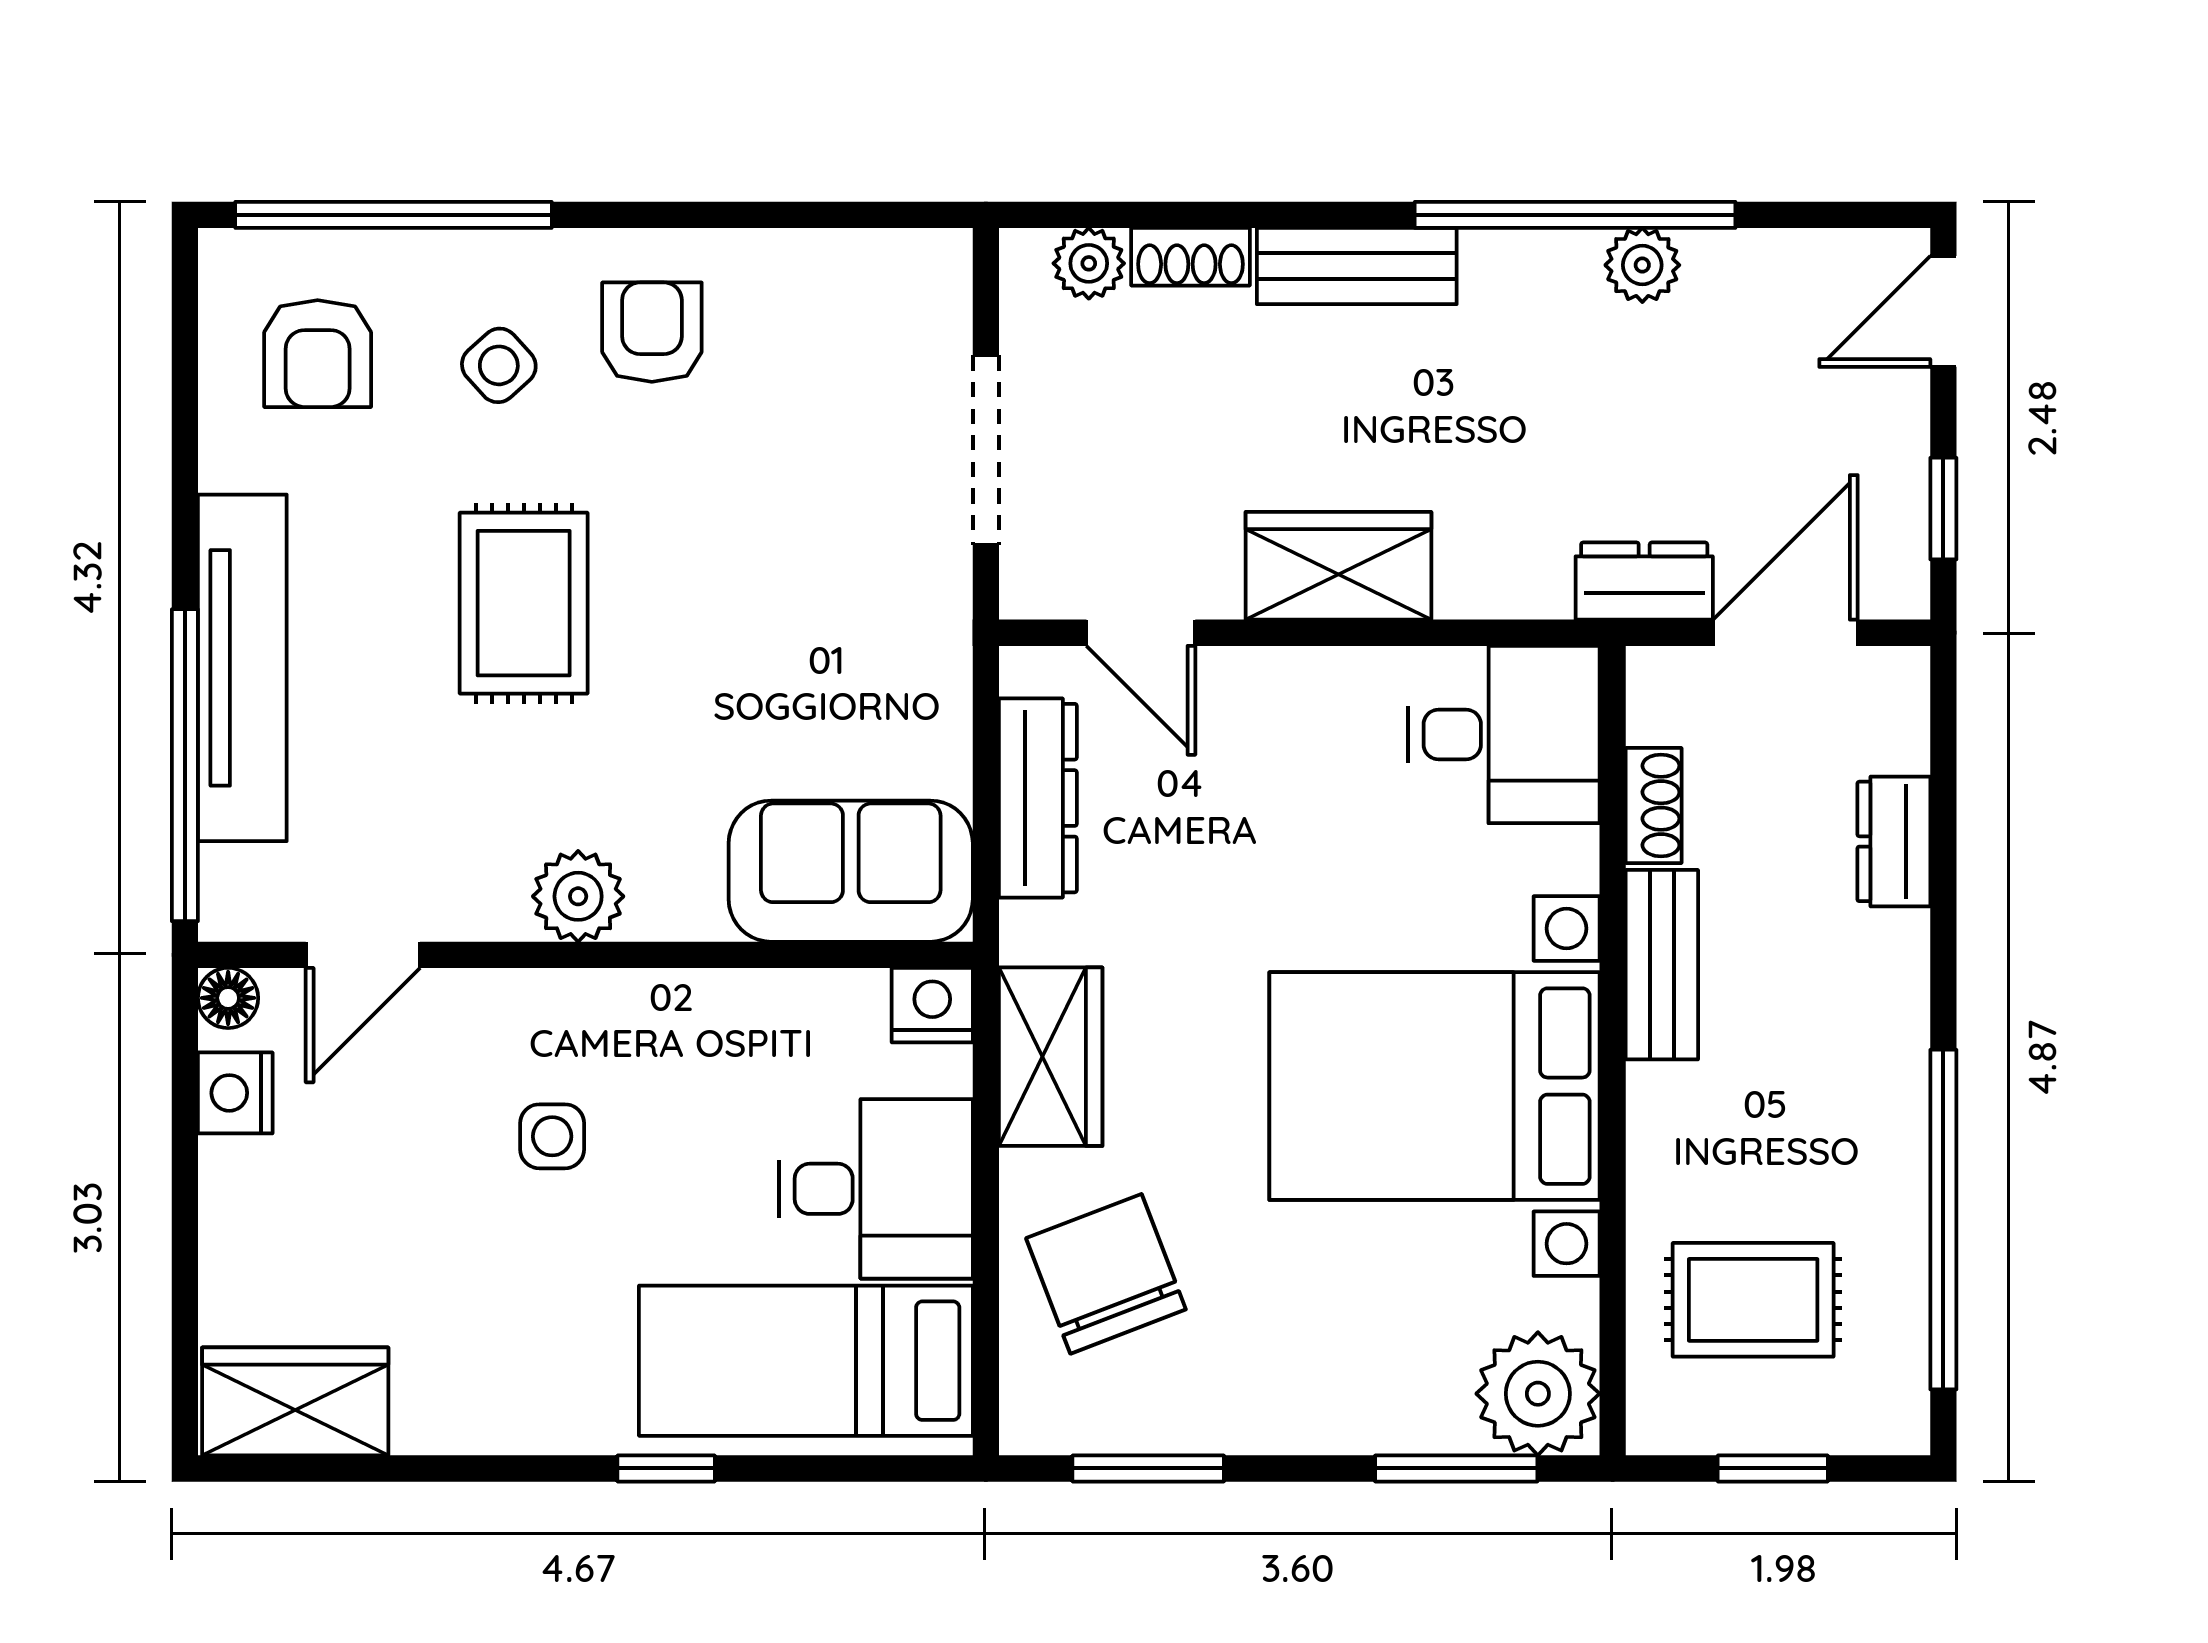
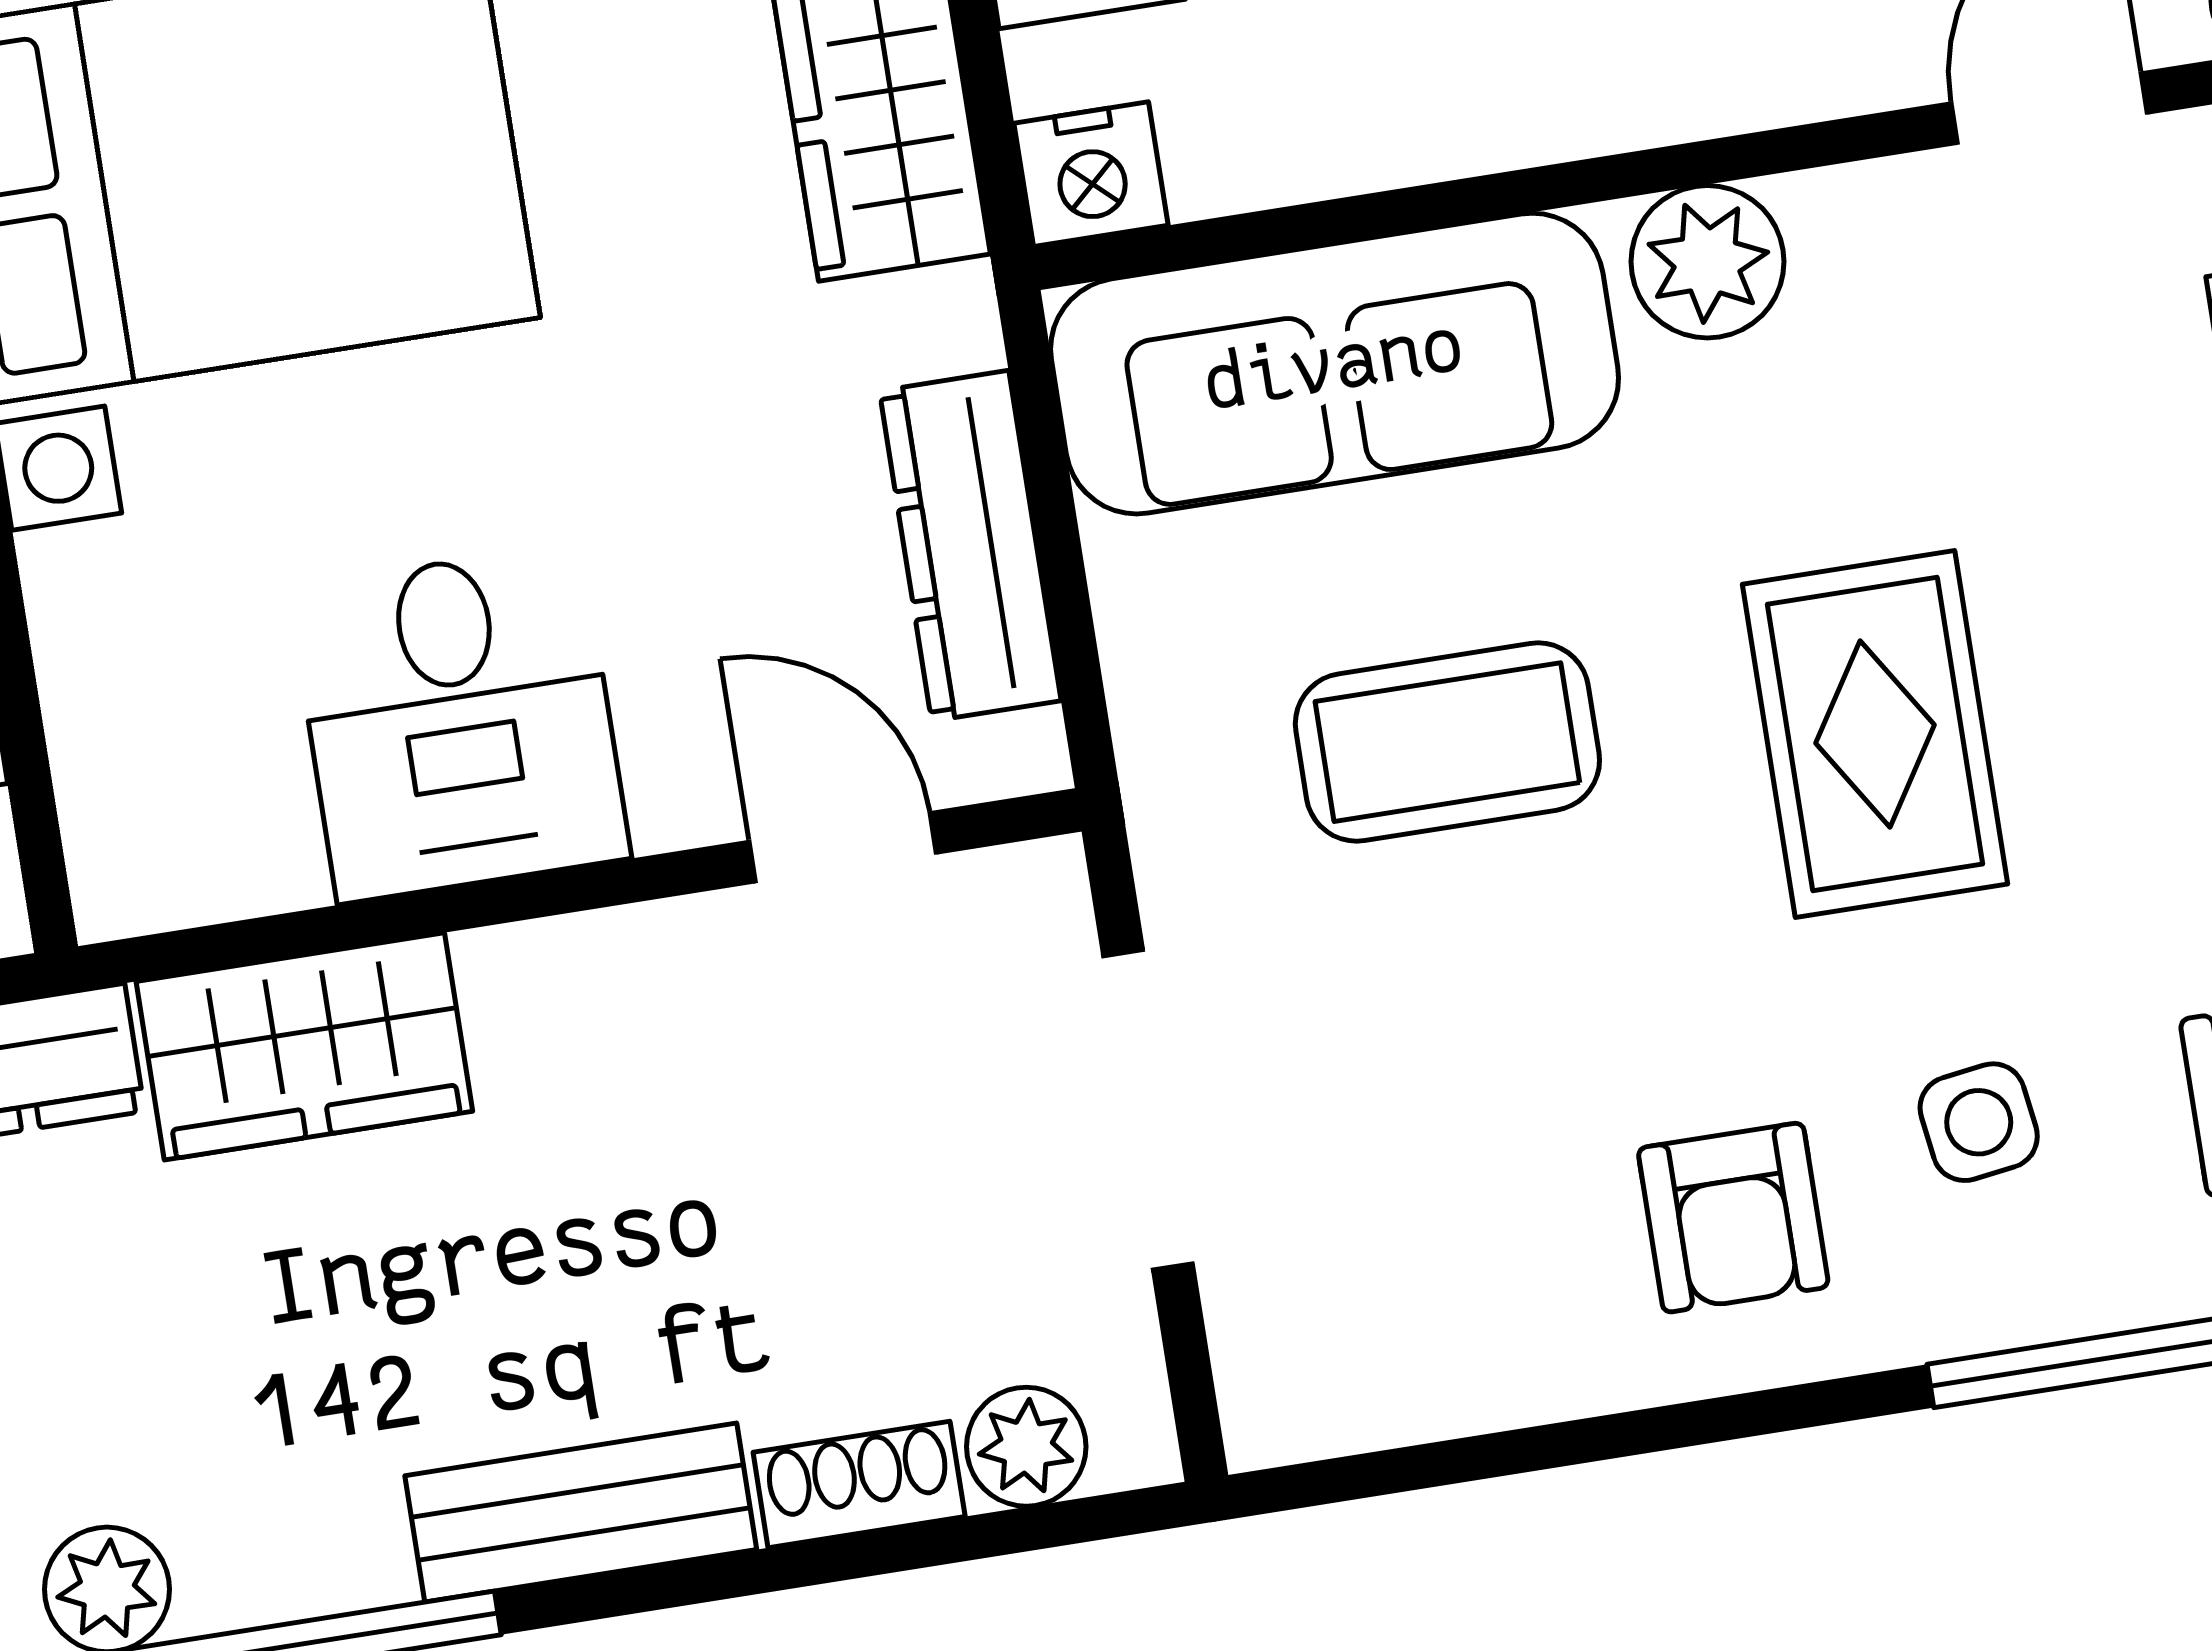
side table: (499, 365) -> (1979, 1122), turned 34
wardrobe: (1338, 566) -> (304, 1046), moved
coffee table: (776, 638) -> (1447, 742), added
desk: (1504, 734) -> (460, 723), moved, turned -90
sofa: (851, 871) -> (1335, 364), width x1.36

